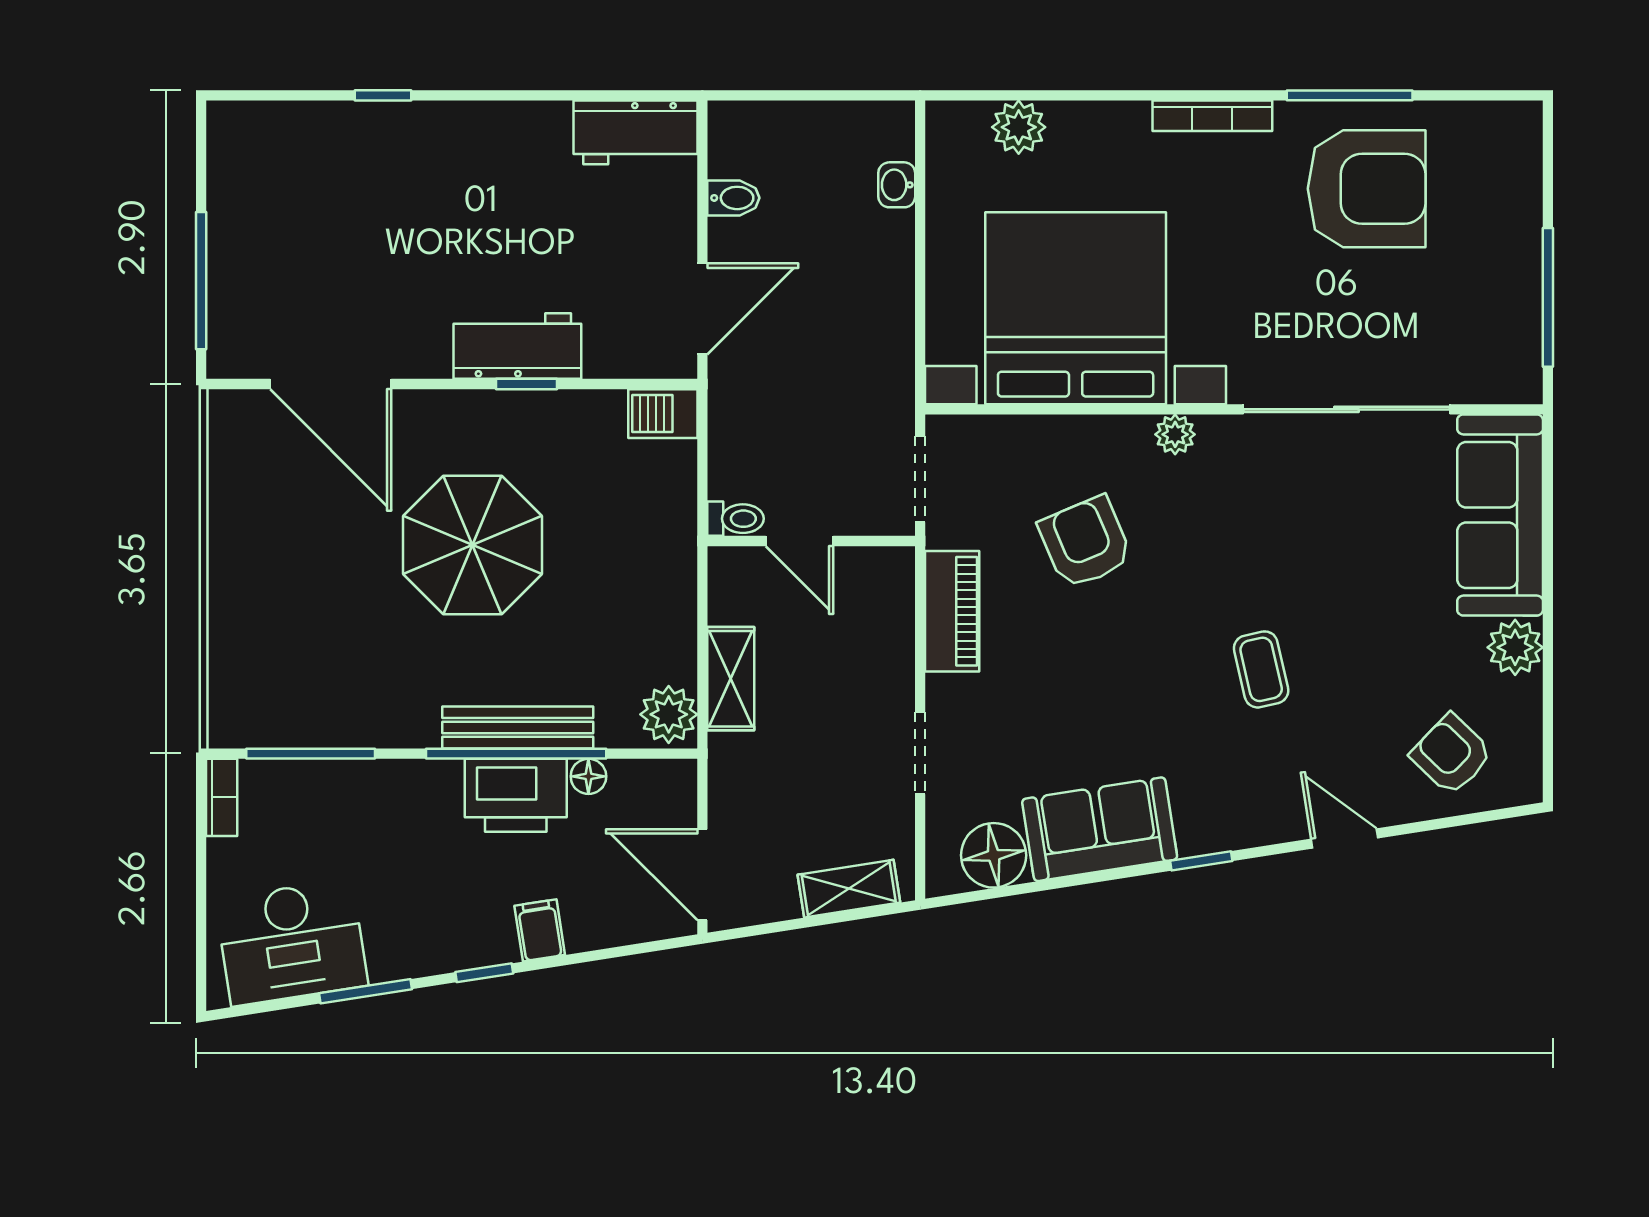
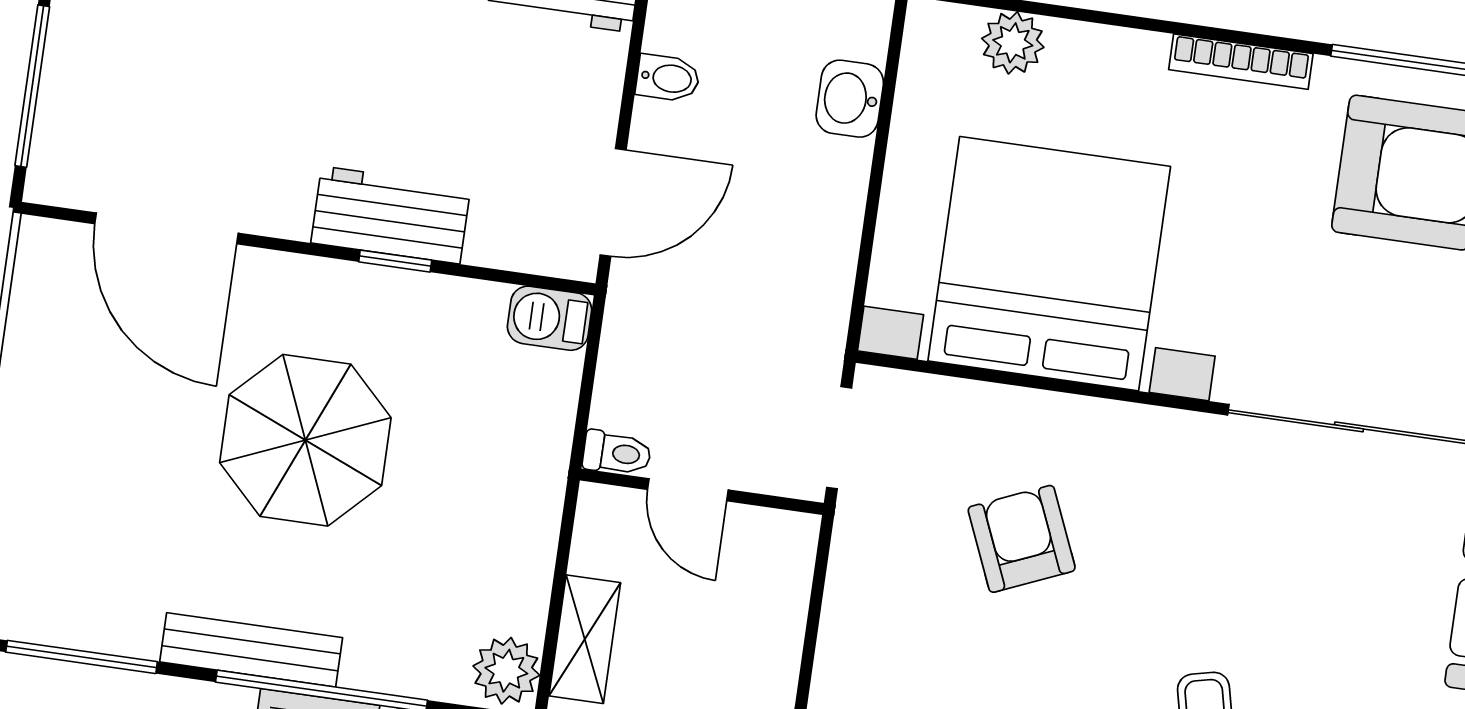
washbasin: (897, 185) -> (850, 99), width x1.38, depth x1.45
plant: (1175, 434) -> (1144, 428), removed
piano: (952, 611) -> (855, 597), removed
bench: (518, 727) -> (251, 650), moved

